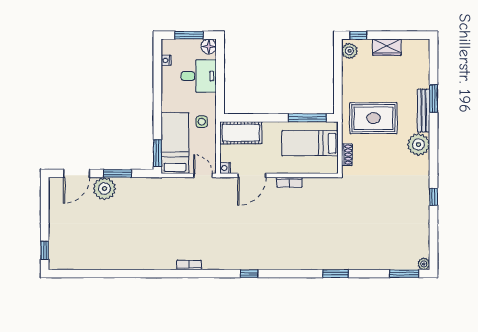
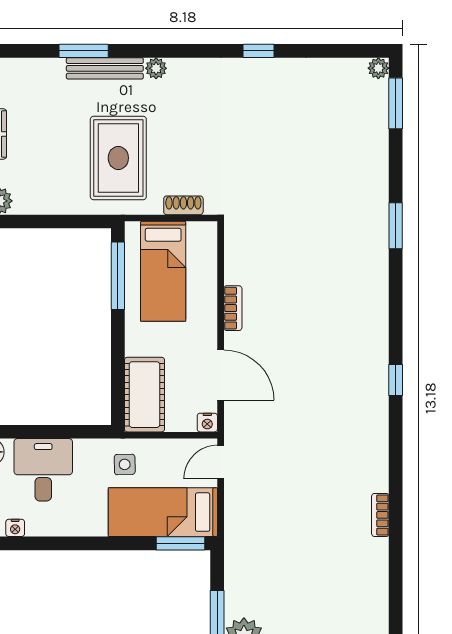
plant: (419, 144) -> (156, 68), width x0.53, depth x0.53
bookcase: (189, 265) -> (380, 515), moved

